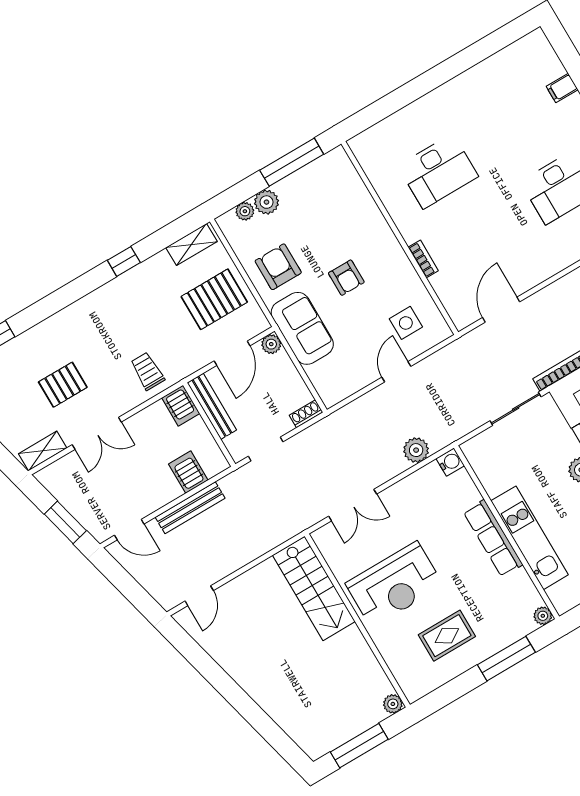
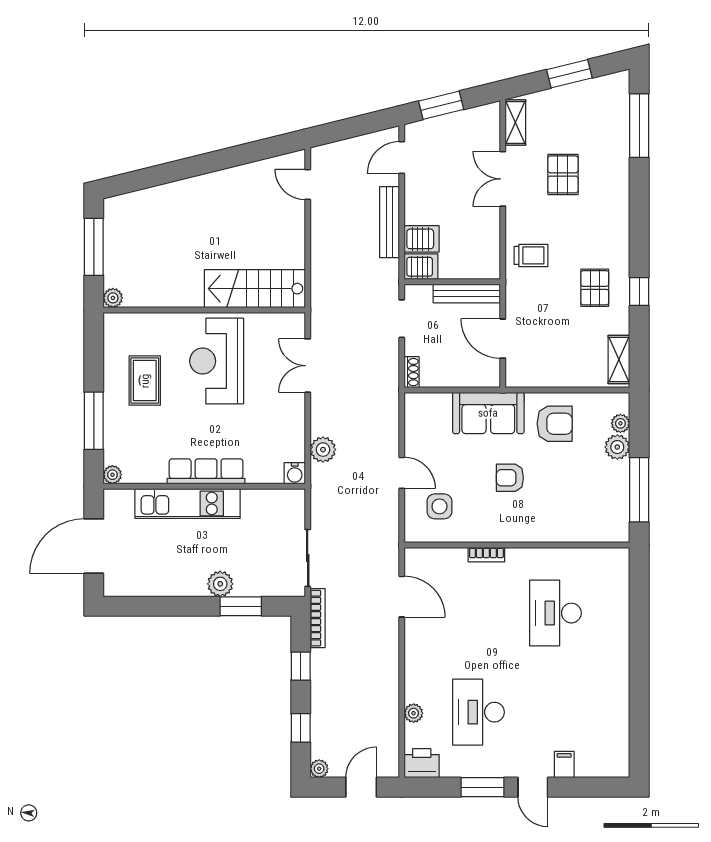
pallet: (214, 299) -> (595, 288), moved, width x0.67, depth x0.71
plant: (271, 344) -> (491, 378), removed
server rack: (181, 406) -> (421, 267), moved, turned 180

